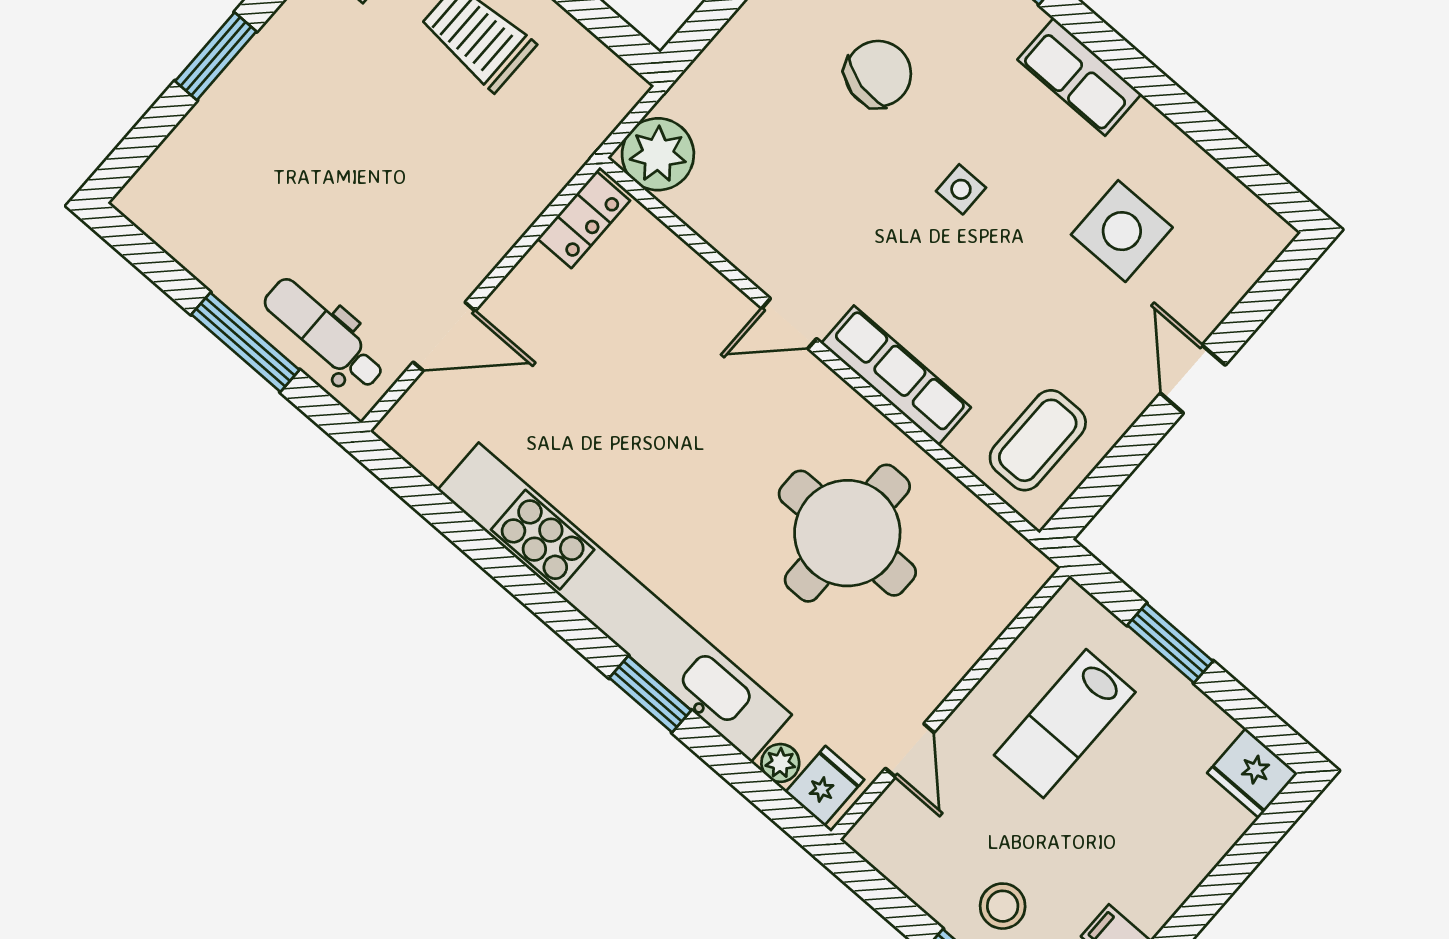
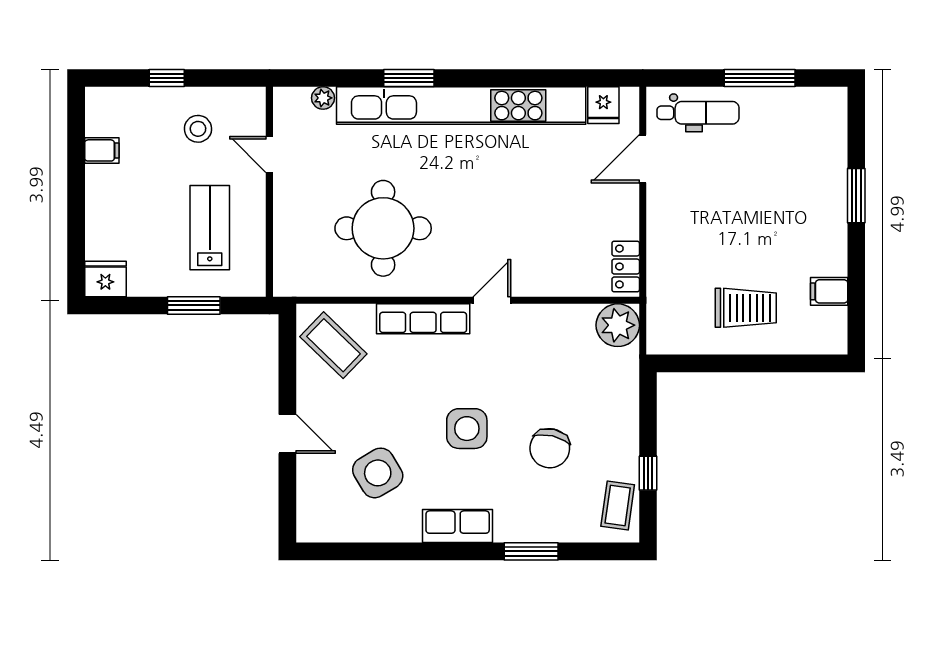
side table: (961, 189) -> (467, 429), width x1.87, depth x1.87
side table: (1122, 231) -> (378, 473), turned -31
window: (245, 342) -> (760, 78), moved
coffee table: (1038, 440) -> (333, 345), turned -46
fridge: (825, 786) -> (603, 105), moved
stool: (1003, 906) -> (198, 129), moved

